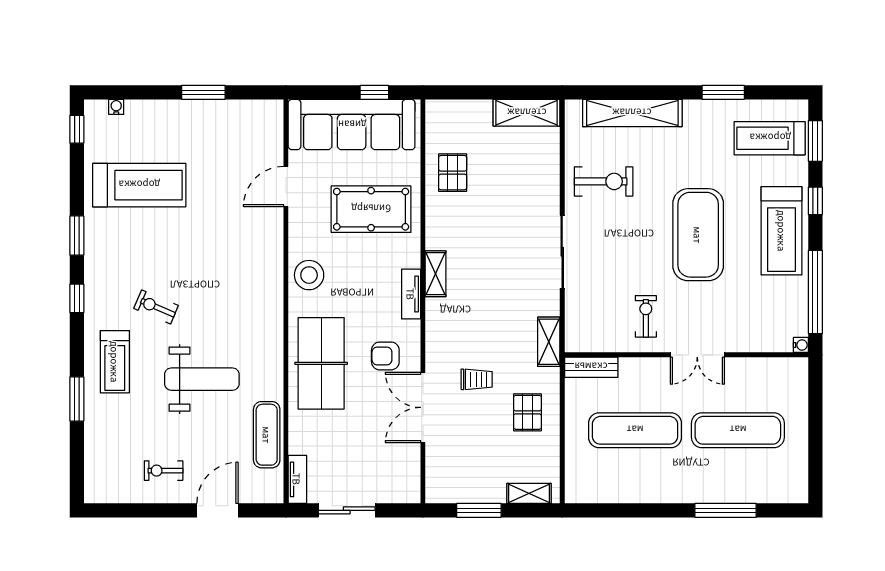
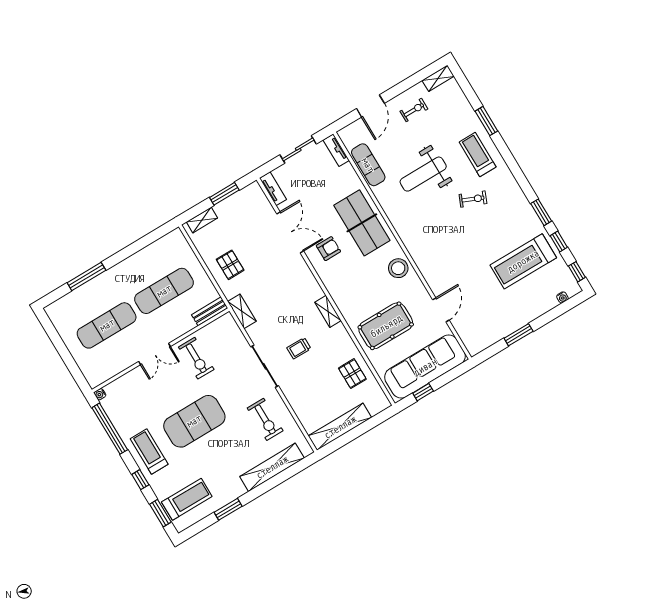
shelving: (527, 113) -> (340, 427), width x1.47
exercise bike: (604, 181) -> (265, 419), turned -90
treadmill: (782, 231) -> (149, 452), width x0.73, depth x0.73
exercise mat: (698, 235) -> (194, 421), turned 90
tv unit: (411, 294) -> (273, 189), moved
window: (77, 298) -> (559, 241), moved
exercise bike: (646, 316) -> (196, 358), width x1.38, depth x1.39
double door: (697, 355) -> (155, 354), swing flipped
trolley: (477, 379) -> (299, 348), moved
shelving: (107, 493) -> (438, 78), added

